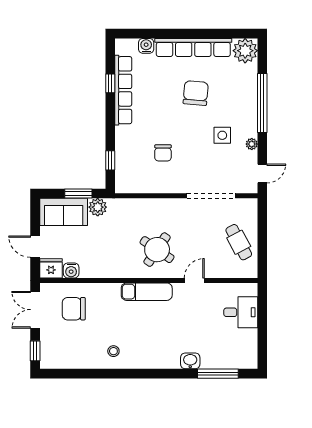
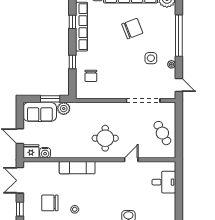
chair: (196, 93) -> (132, 29), turned 64
chair: (163, 153) -> (91, 76), moved
window: (110, 160) -> (72, 62), moved
door: (262, 173) -> (179, 85), hinge flipped
round table: (157, 250) -> (105, 138), turned -34
exam couch: (147, 292) -> (77, 168), moved
chair: (74, 309) -> (50, 203), moved

